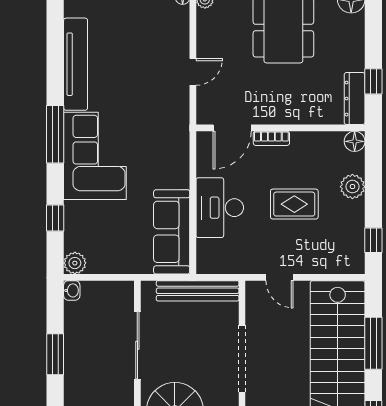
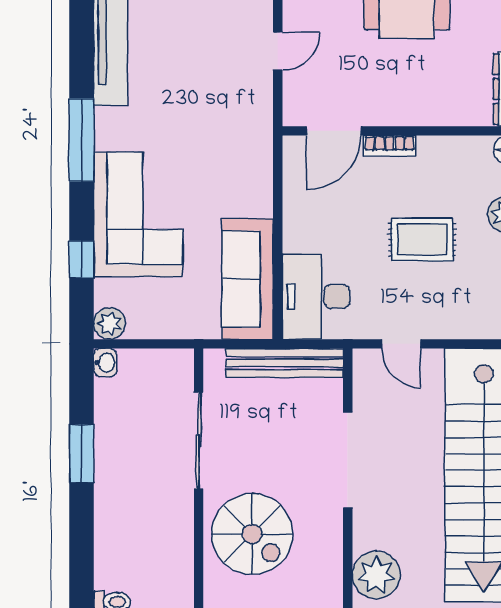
corner sofa: (95, 156) -> (138, 214), moved
desk: (220, 208) -> (316, 296), moved

